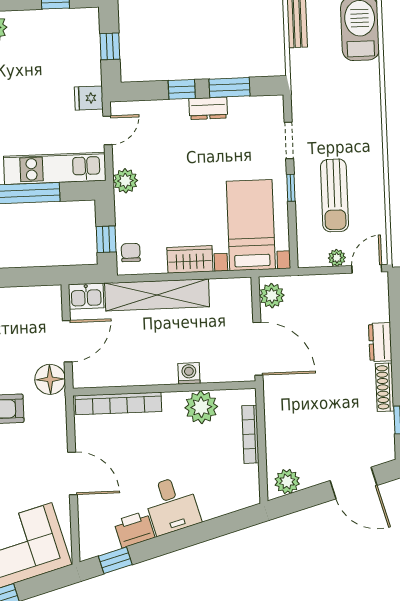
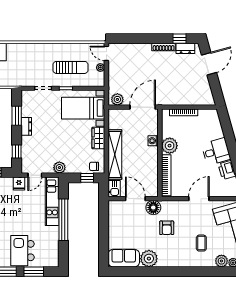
window: (182, 89) -> (17, 152), moved
door: (107, 130) -> (35, 175), swing flipped
dresser: (380, 342) -> (185, 48), moved
plant: (201, 407) -> (170, 146), moved
plant: (287, 481) -> (207, 96), removed

